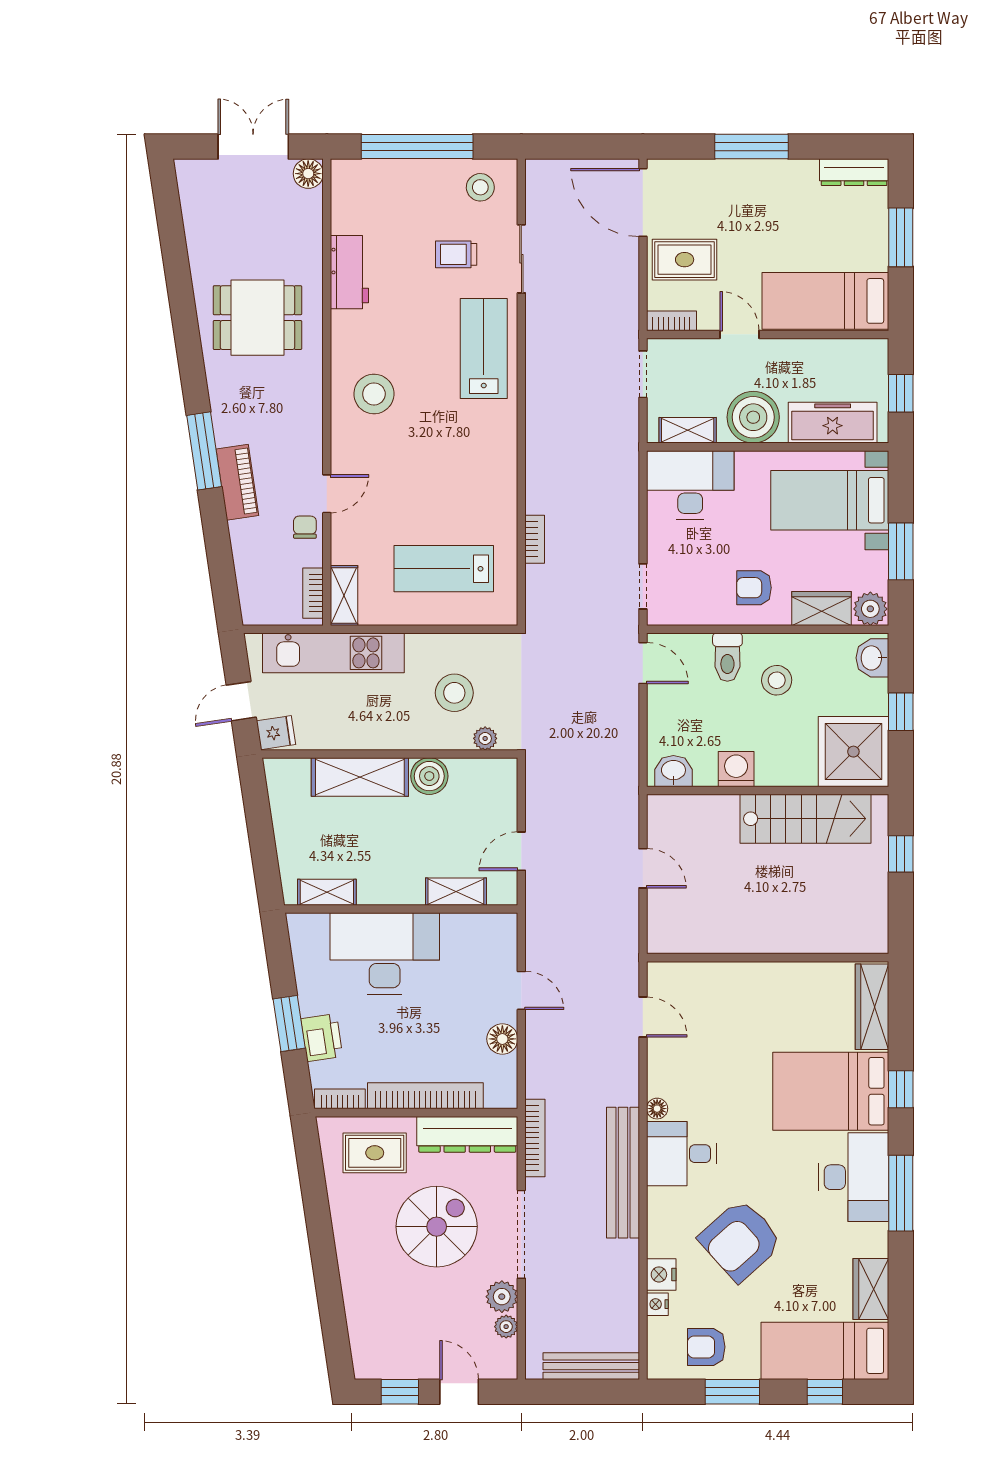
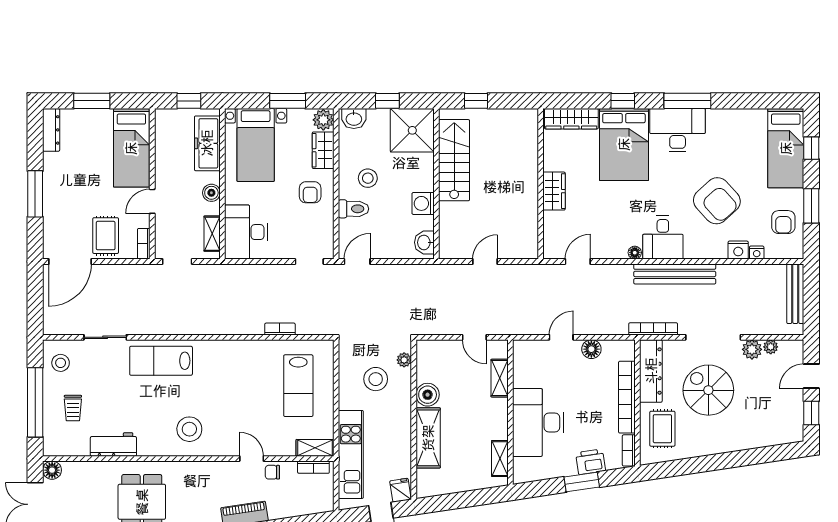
trolley: (456, 254) -> (73, 408), moved
boiler: (753, 417) -> (211, 193), width x0.54, depth x0.54
wardrobe: (871, 1289) -> (554, 191), moved, turned -90

